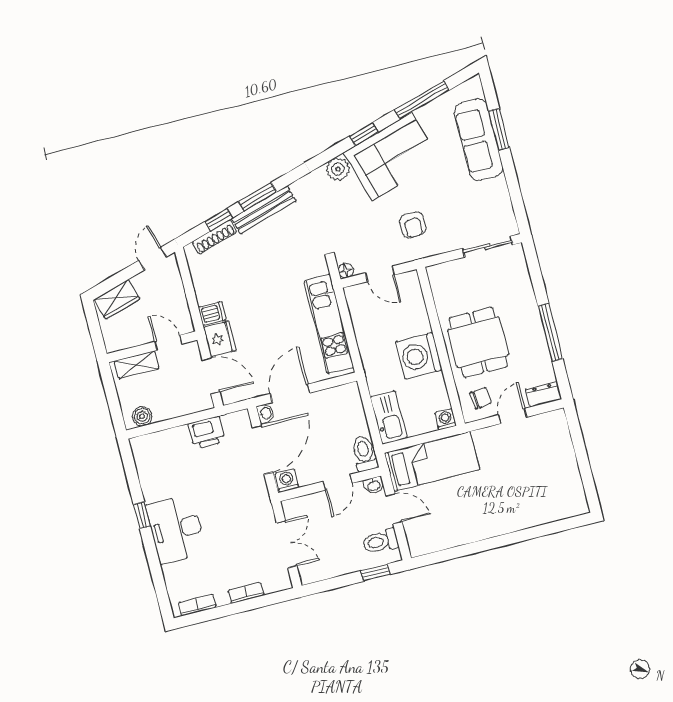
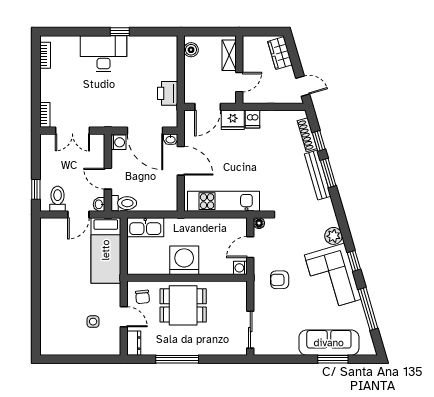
washing machine: (446, 419) -> (240, 268), moved, turned 180
side table: (529, 454) -> (93, 322), added
bookcase: (246, 593) -> (45, 115), moved

